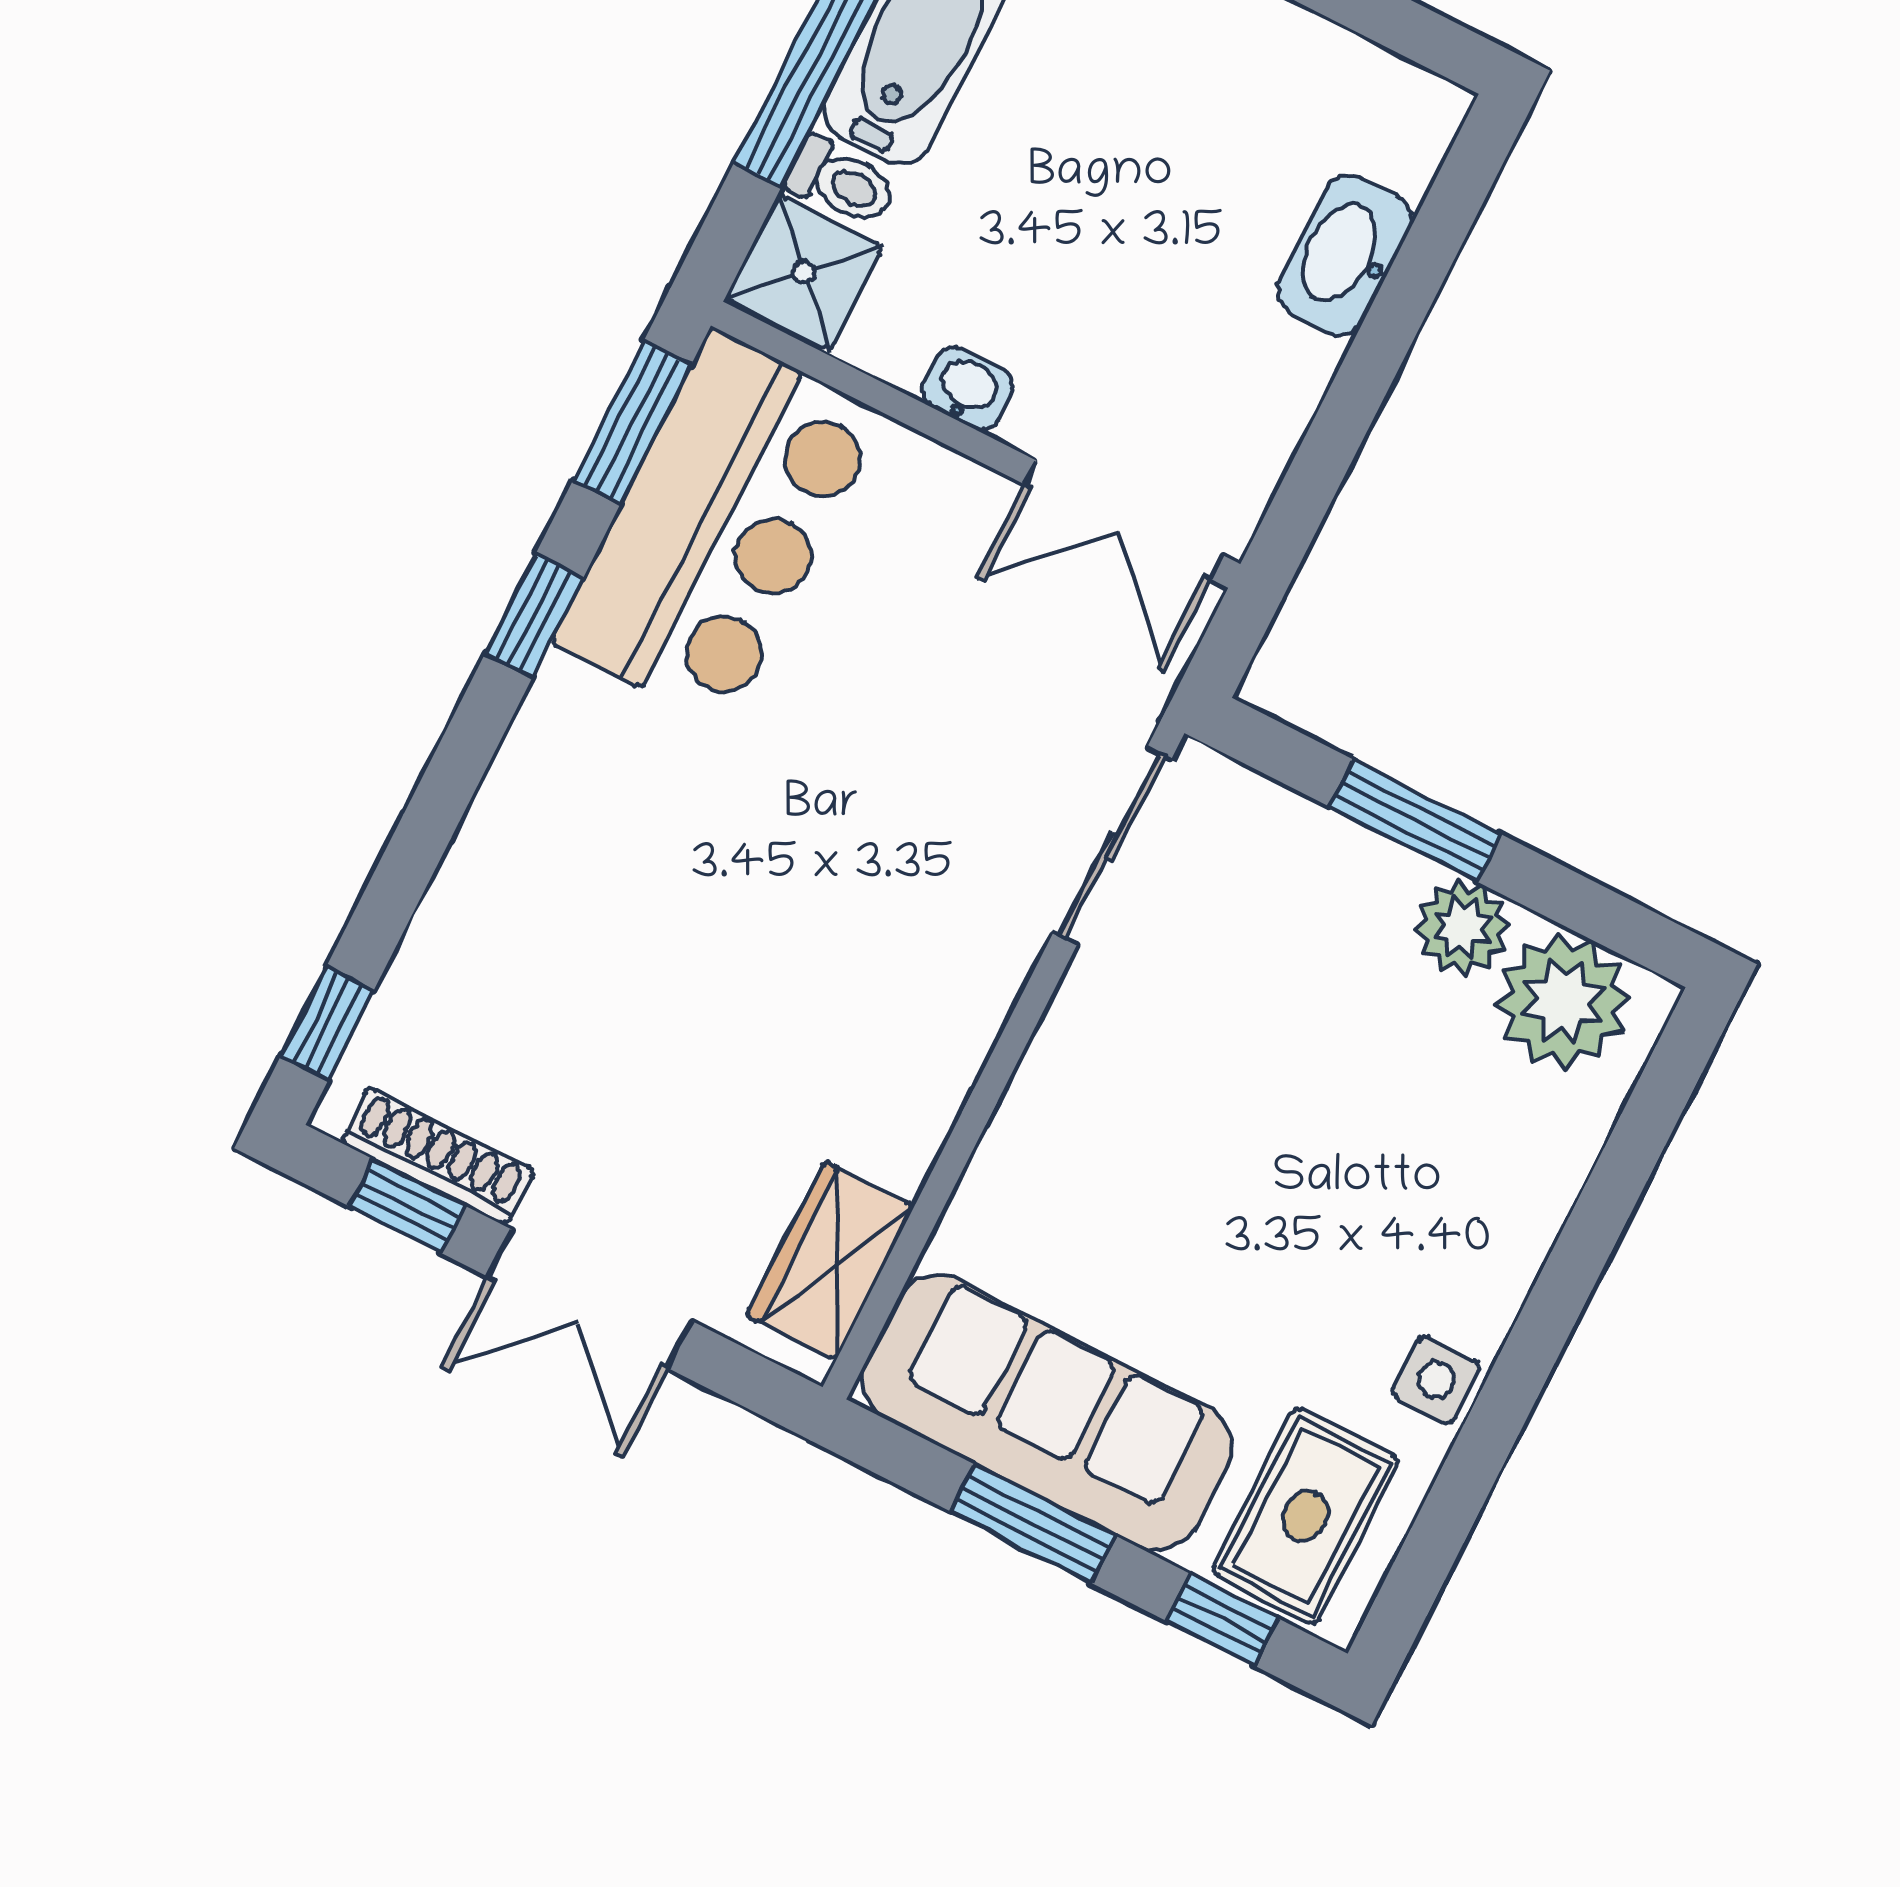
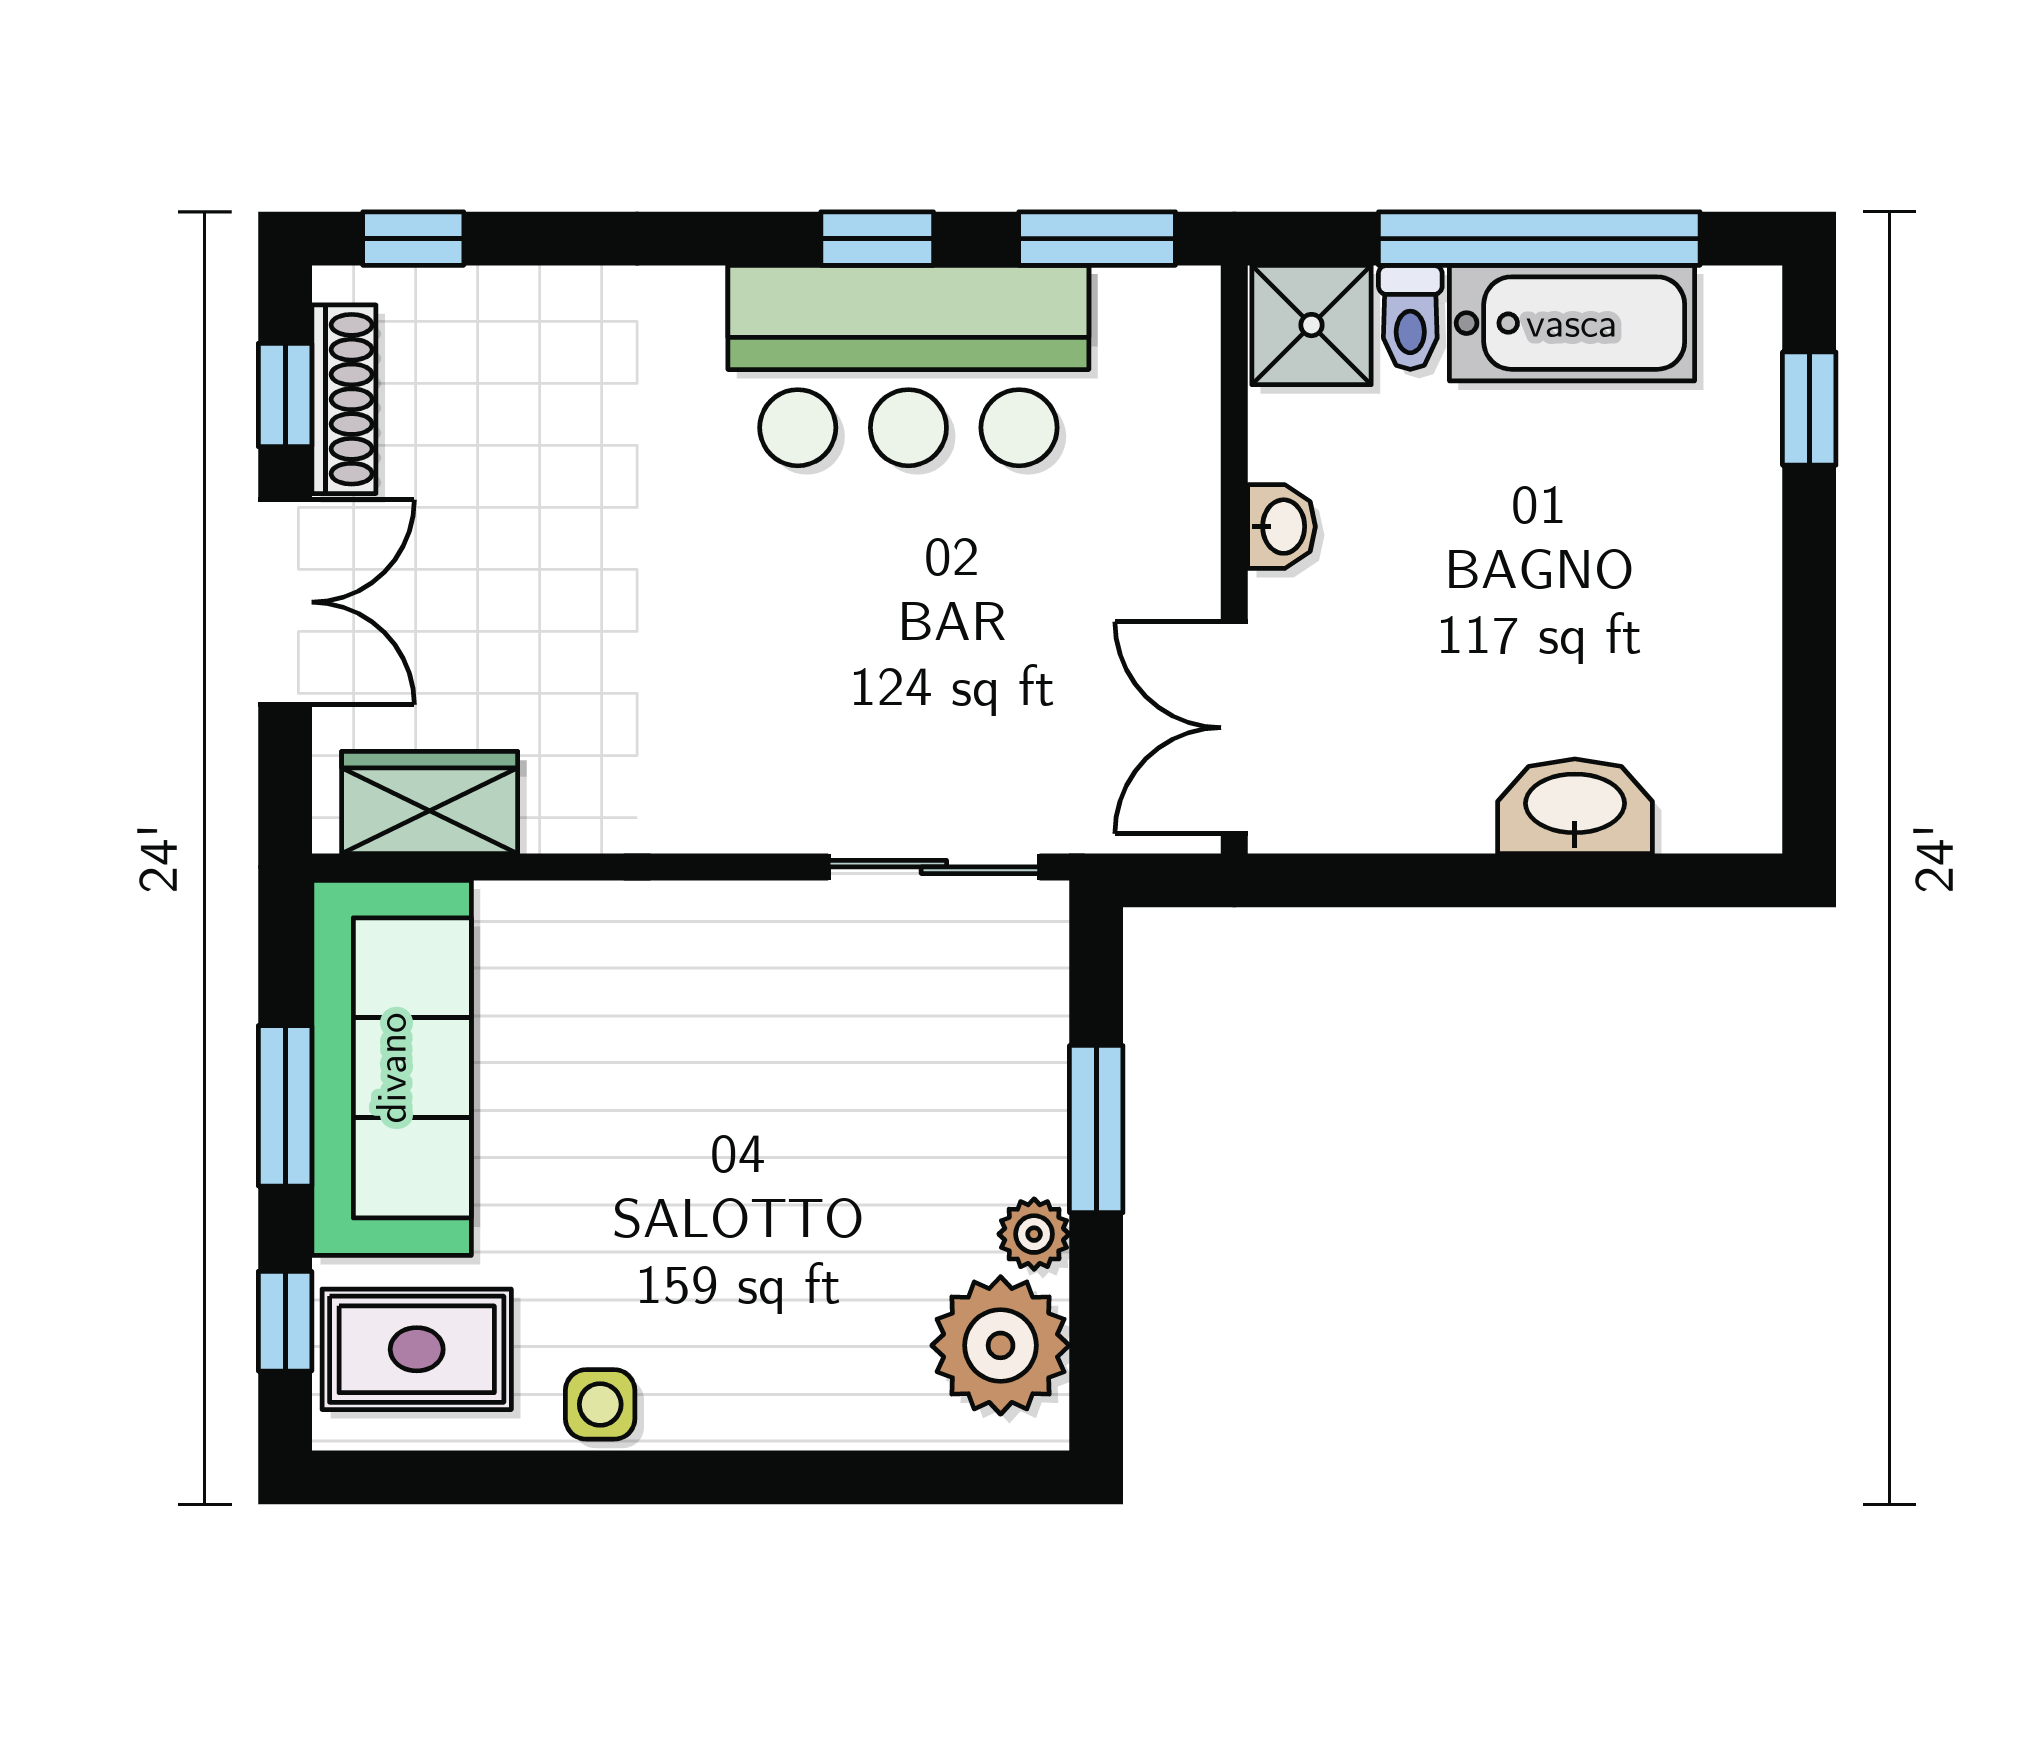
bar counter: (719, 529) -> (908, 366), moved
plant: (1462, 928) -> (1034, 1234), width x0.73, depth x0.73
double door: (590, 1299) -> (285, 602), swing flipped

